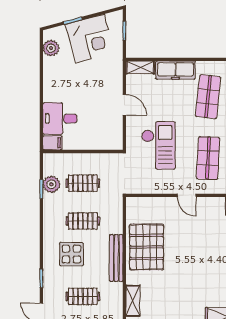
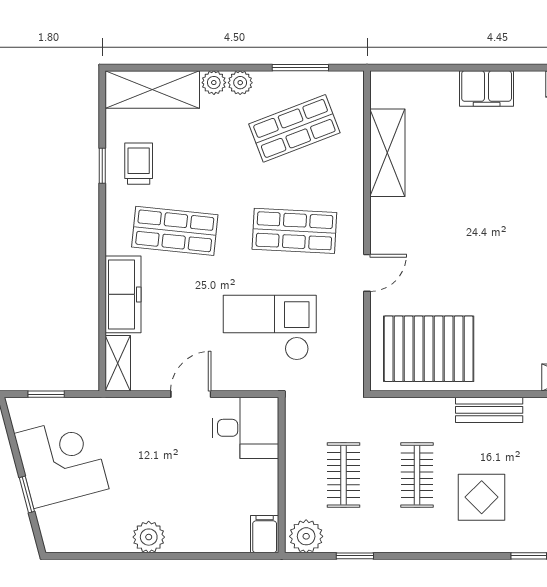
plant: (51, 48) -> (149, 537), moved
desk: (60, 119) -> (246, 428), moved, turned -90
plant: (51, 184) -> (306, 536), moved
pallet: (147, 247) -> (429, 349), moved
bench: (116, 258) -> (489, 410), width x0.73

